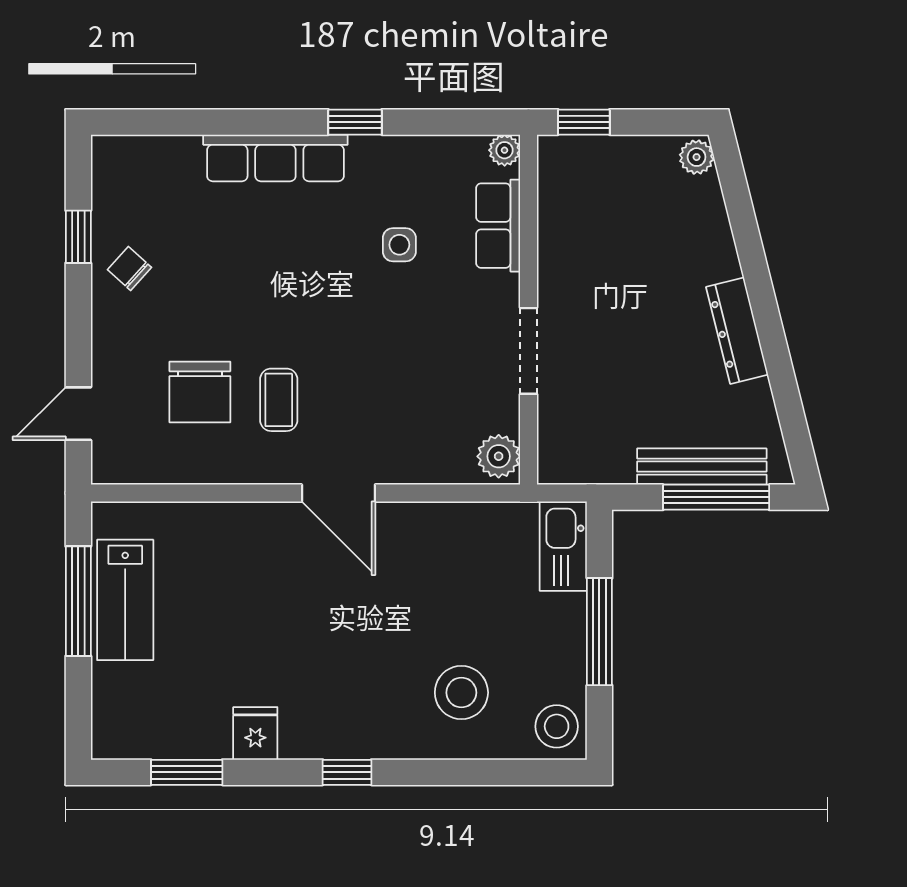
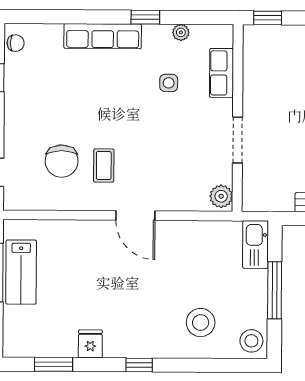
plant: (505, 150) -> (181, 32), moved
chair: (129, 269) -> (16, 43), moved, turned 138

